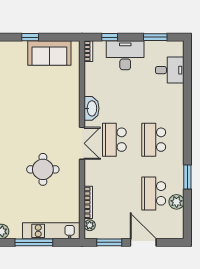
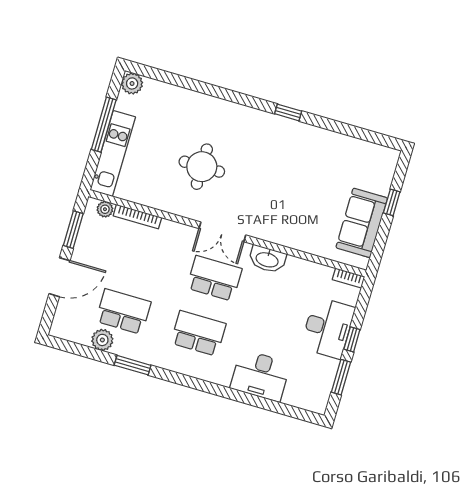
window: (110, 37) -> (352, 339), moved
desk: (170, 70) -> (260, 376), moved, width x1.37

